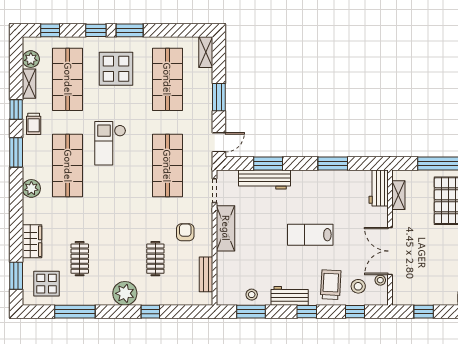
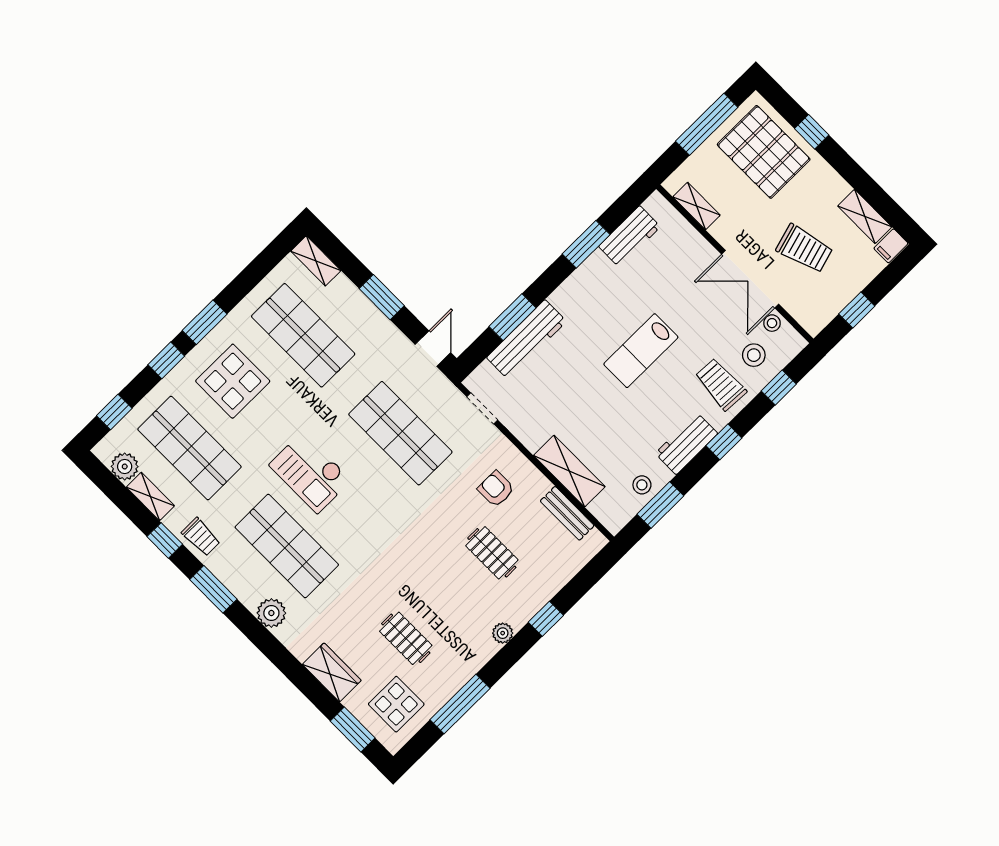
workbench: (379, 188) -> (630, 236), moved, turned -90
shelving: (226, 228) -> (569, 471), moved
trolley: (427, 261) -> (804, 249), added
plant: (125, 293) -> (503, 633), width x0.53, depth x0.53

